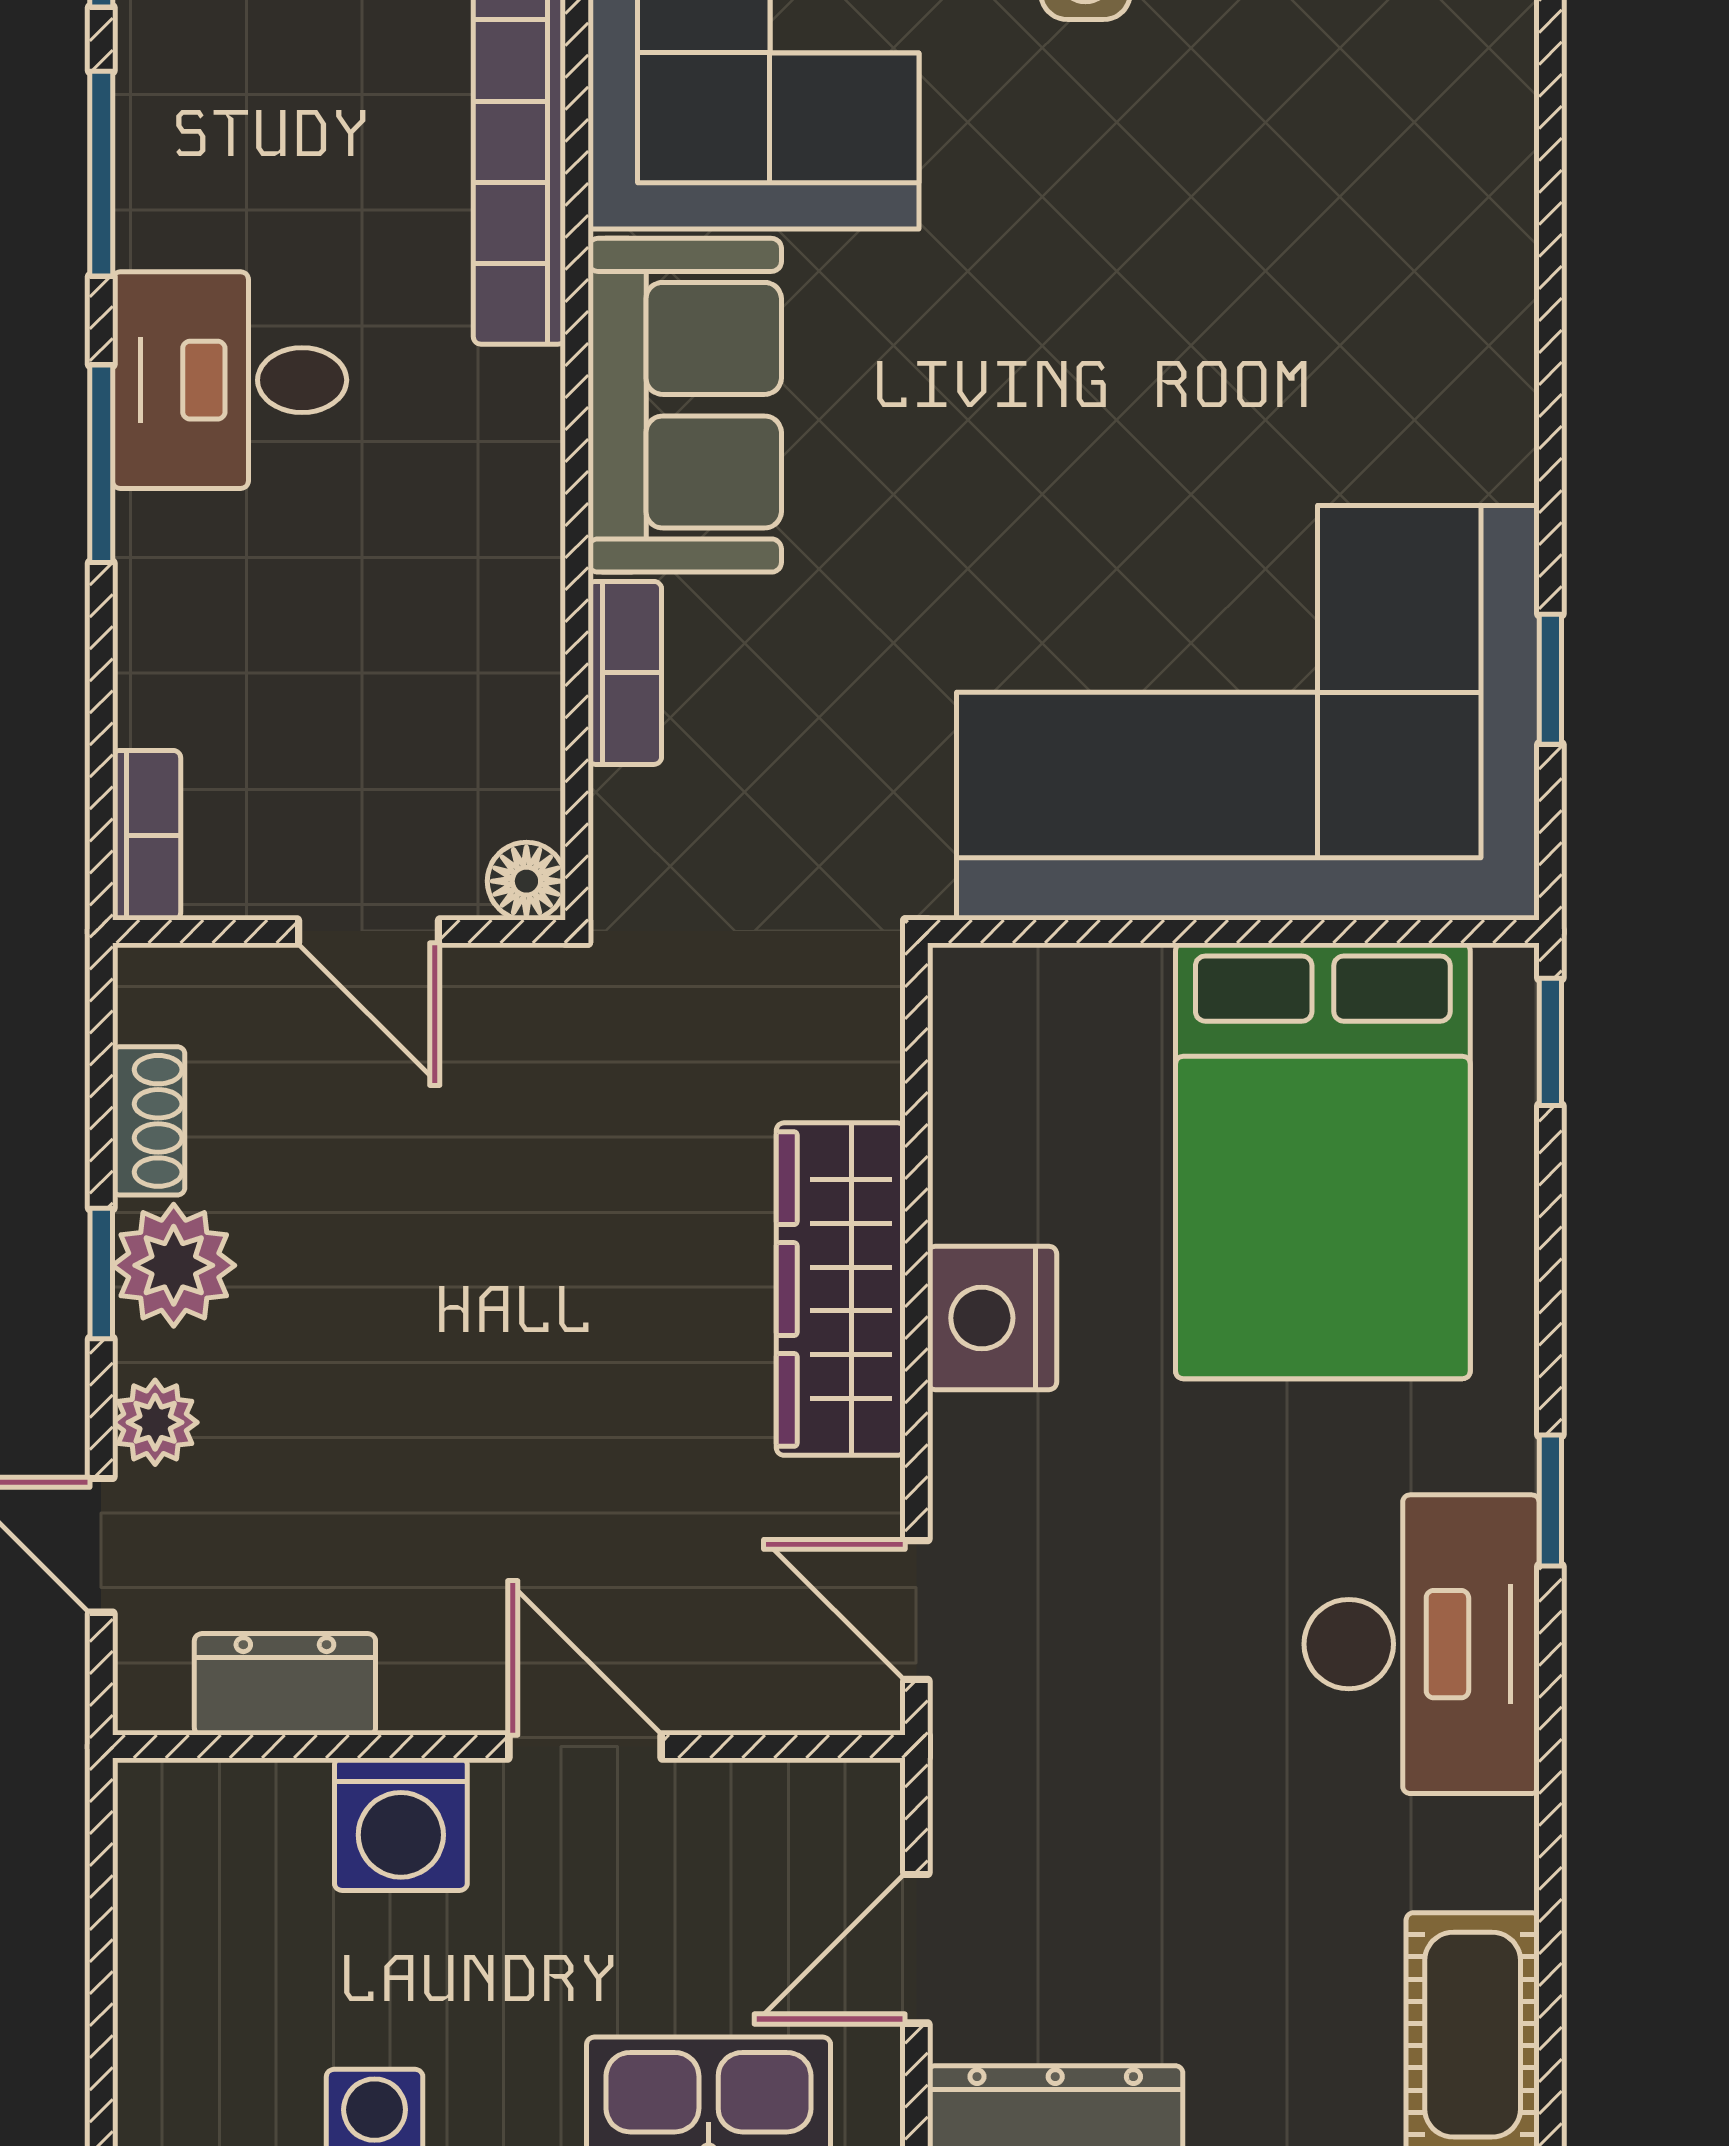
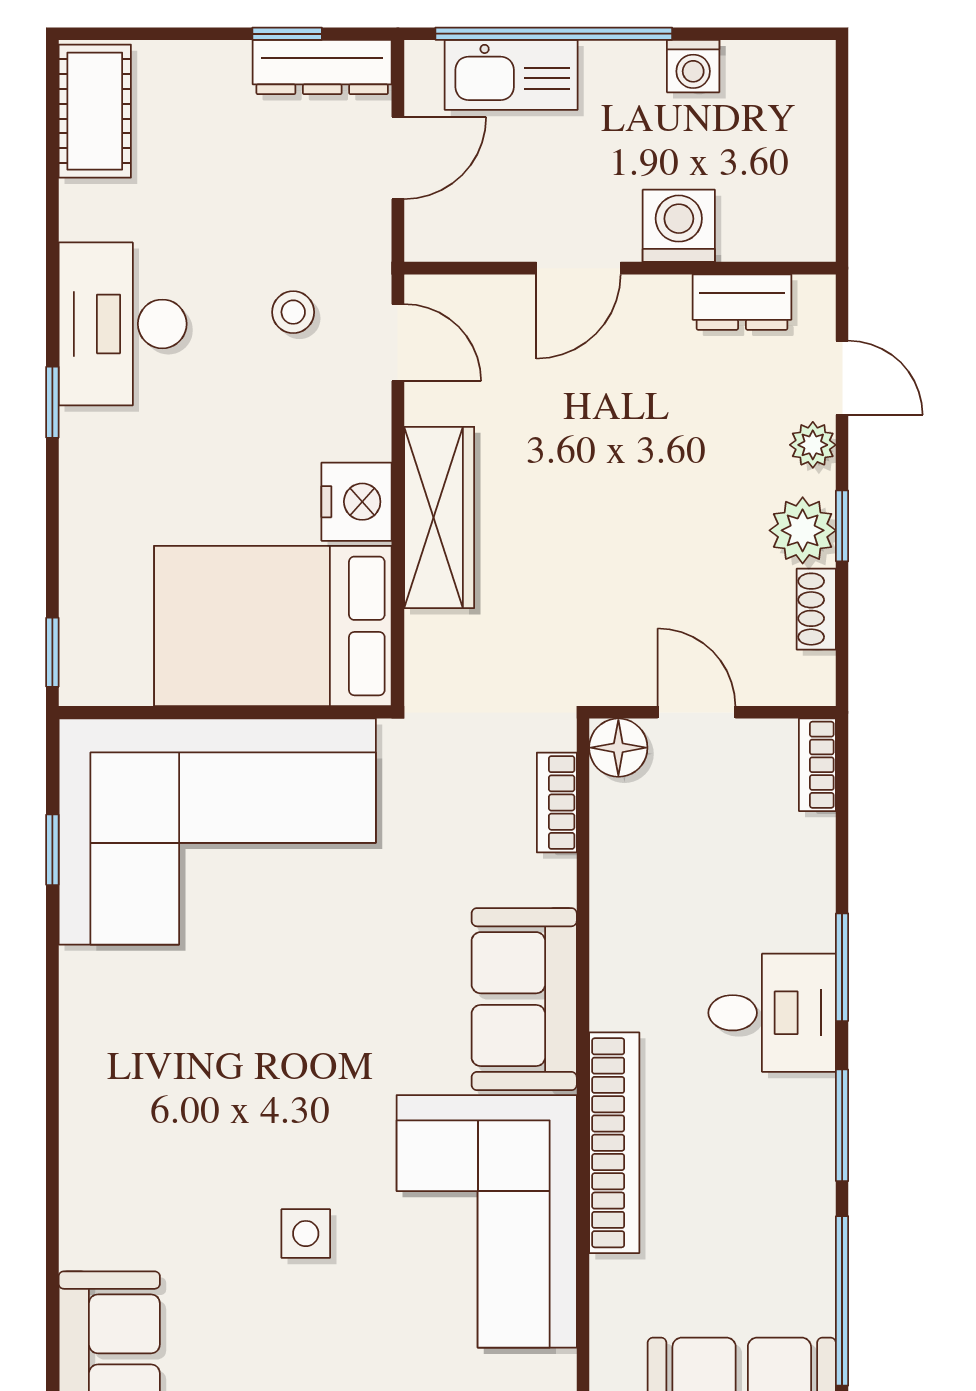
bookcase: (625, 673) -> (557, 803), moved
floor lamp: (526, 881) -> (618, 748), width x1.37, depth x1.37
bed: (1323, 1161) -> (273, 626), moved, turned -90
stool: (1109, 1666) -> (293, 312), added
door: (585, 1747) -> (578, 268), hinge flipped

